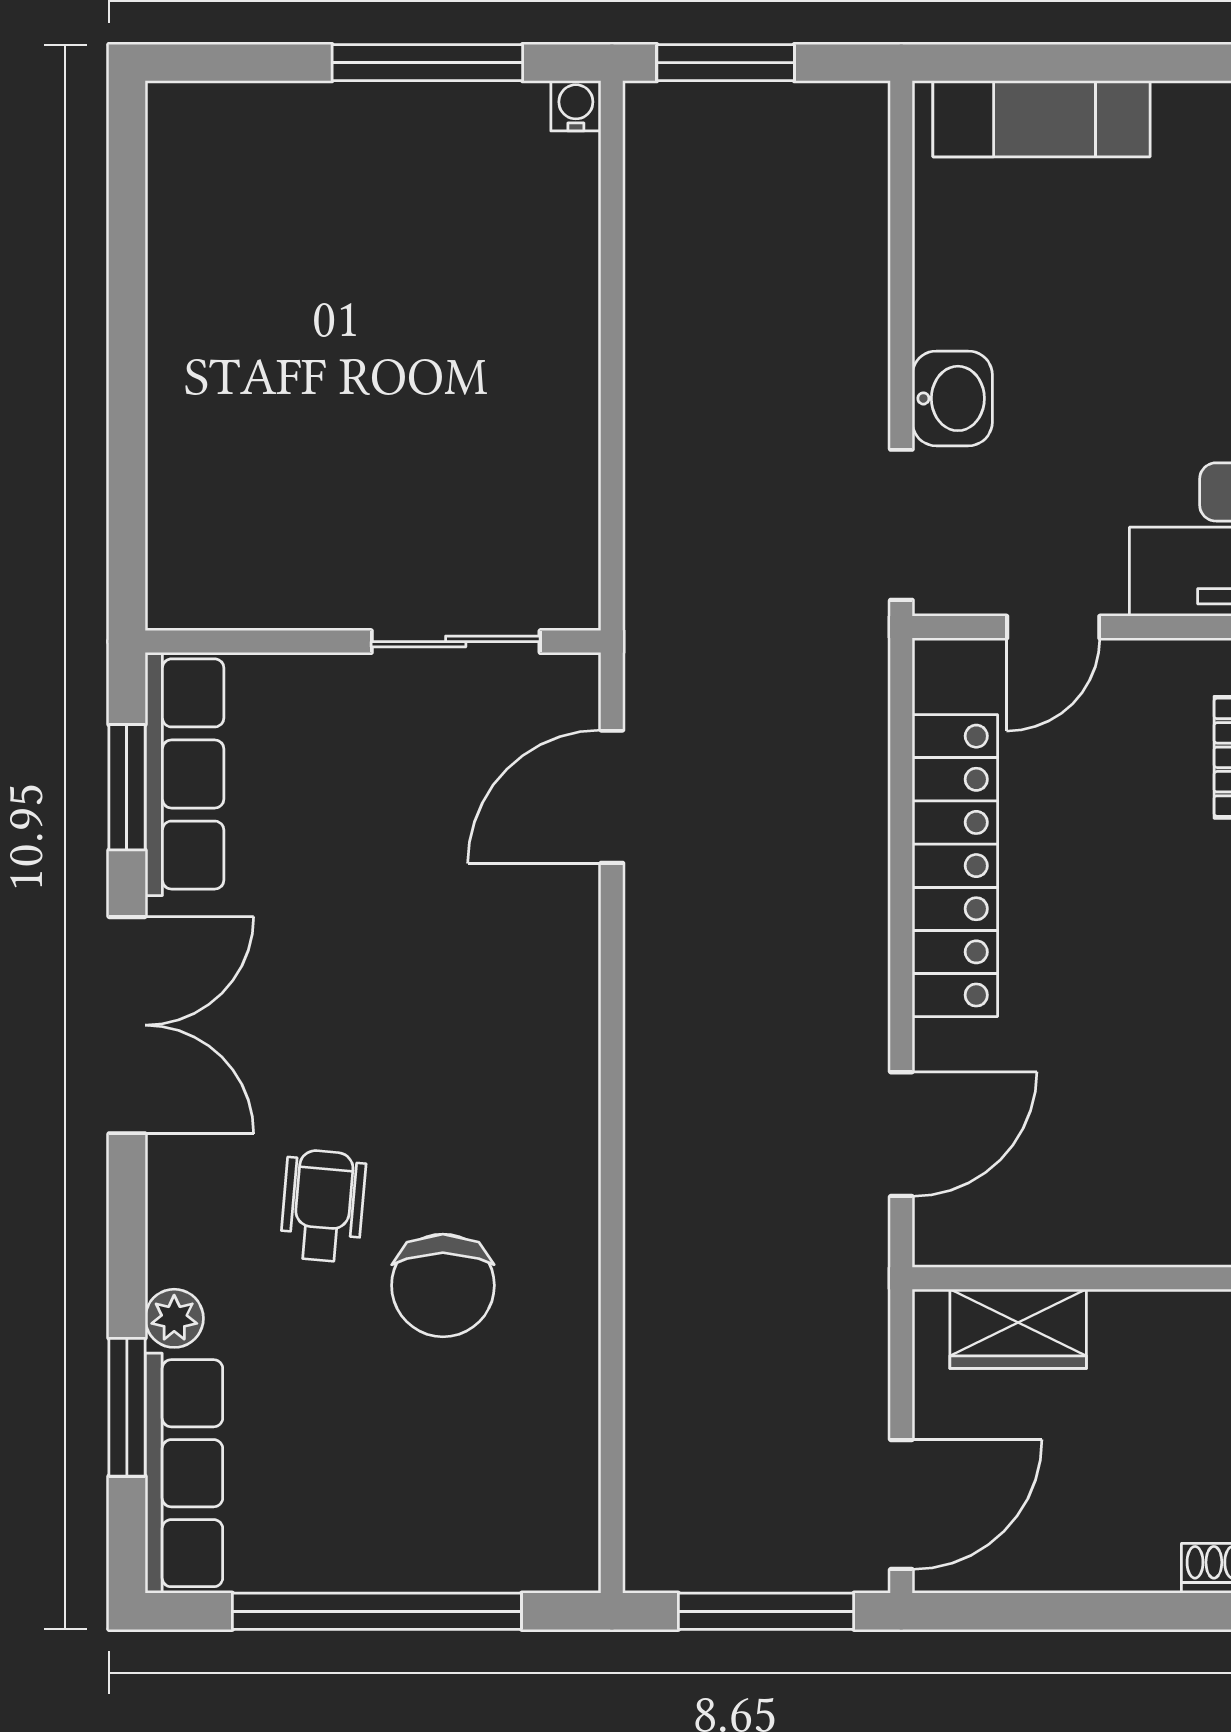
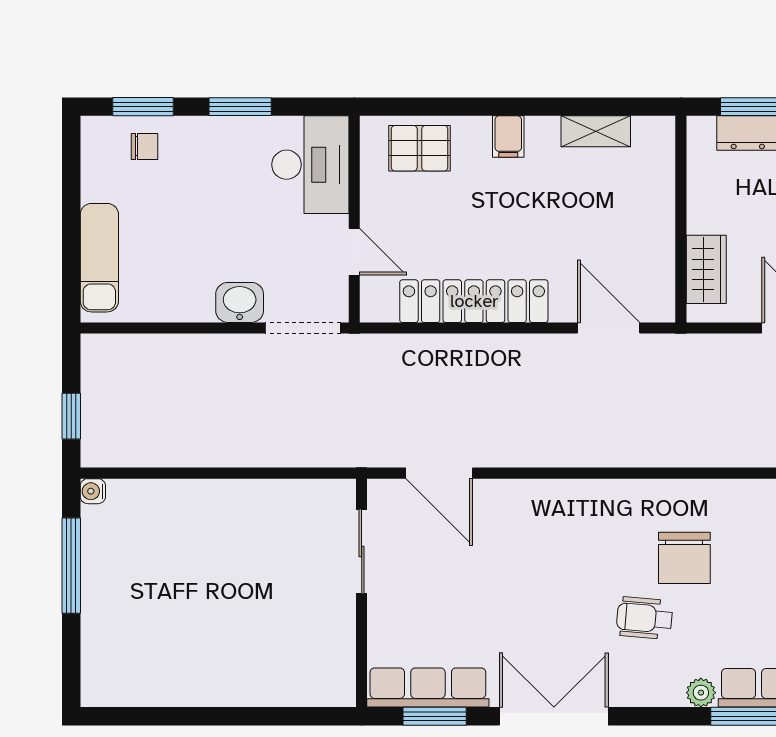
window: (726, 63) -> (71, 416), width x0.67
chair: (443, 1285) -> (684, 558), turned 90

